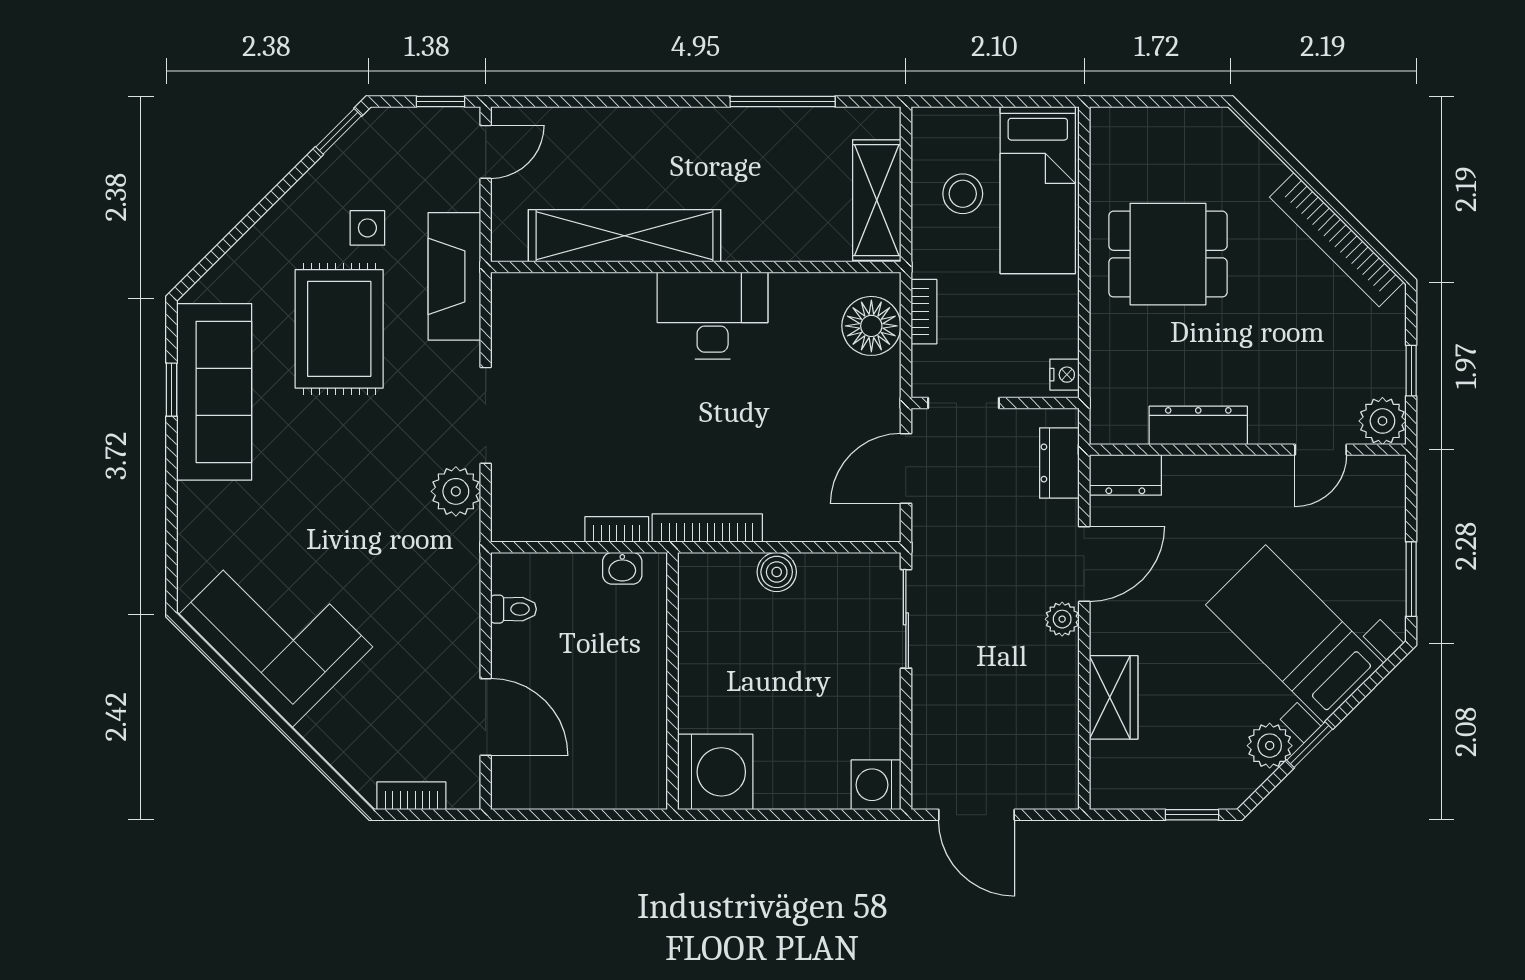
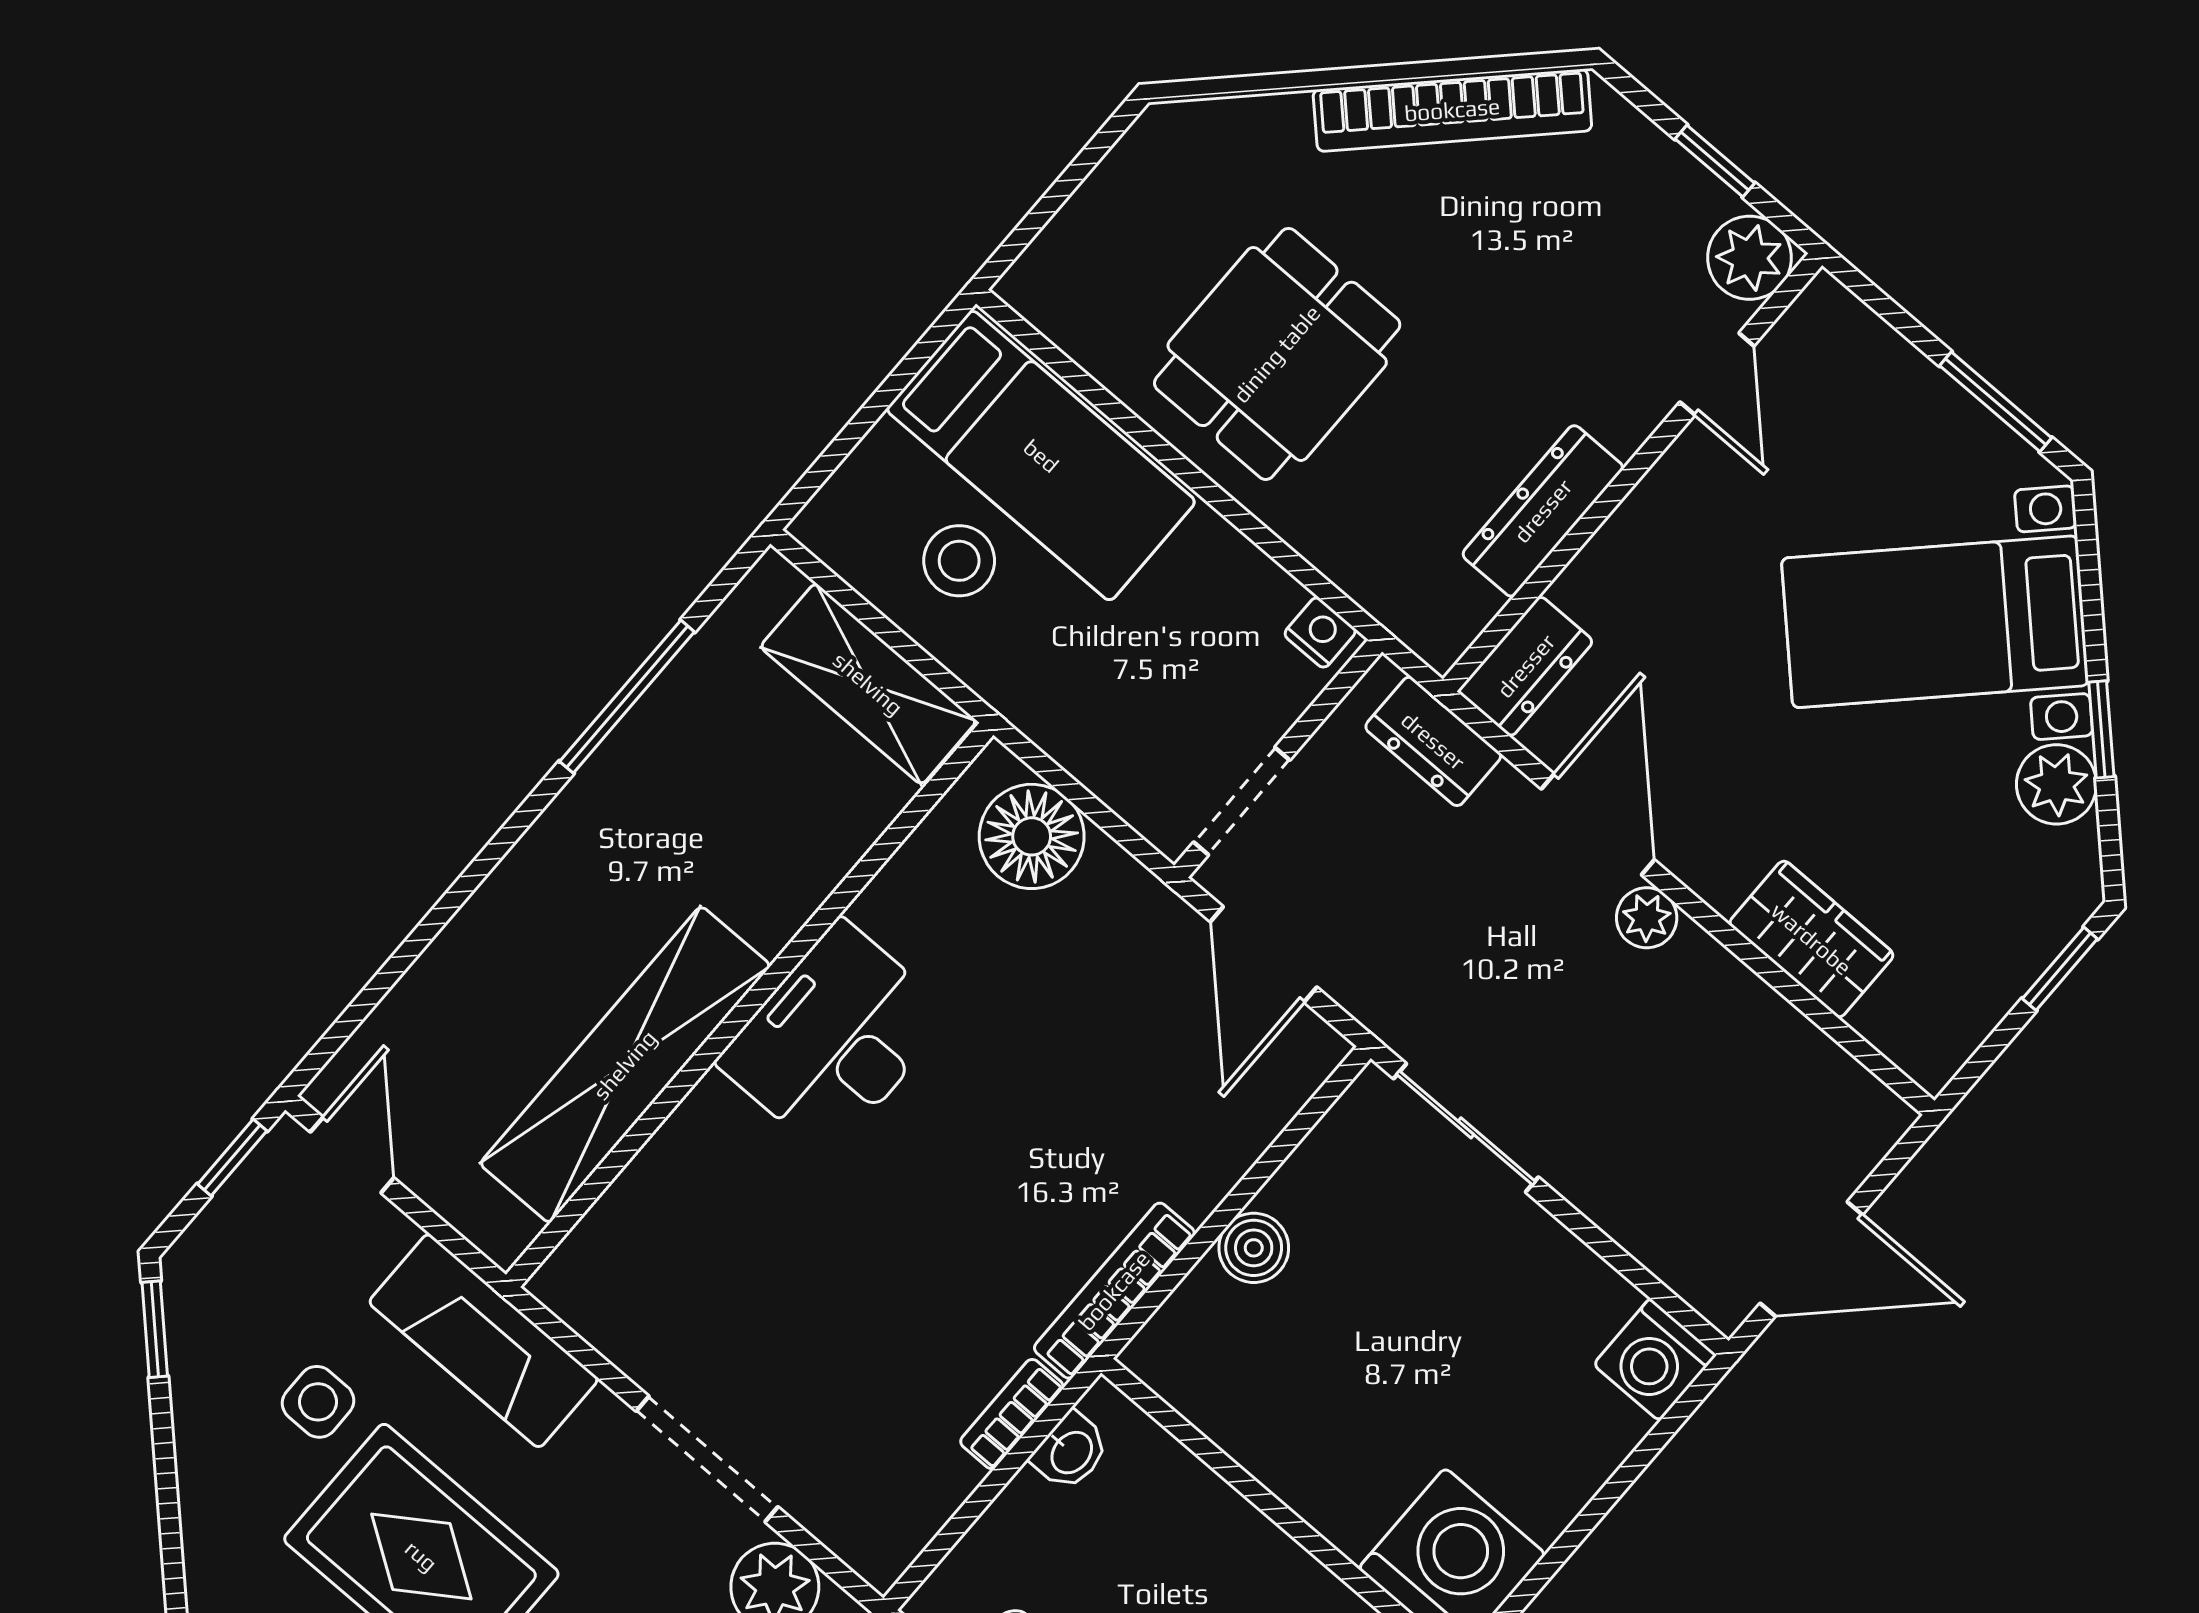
bookcase: (924, 312) -> (1073, 749), removed

